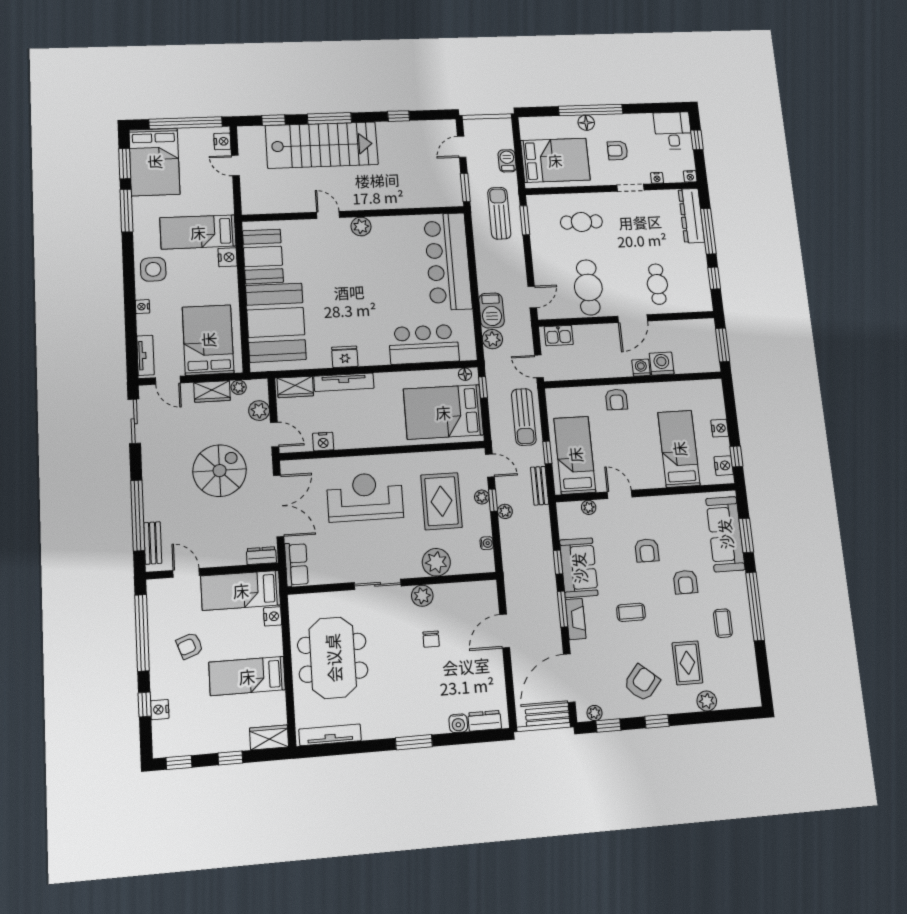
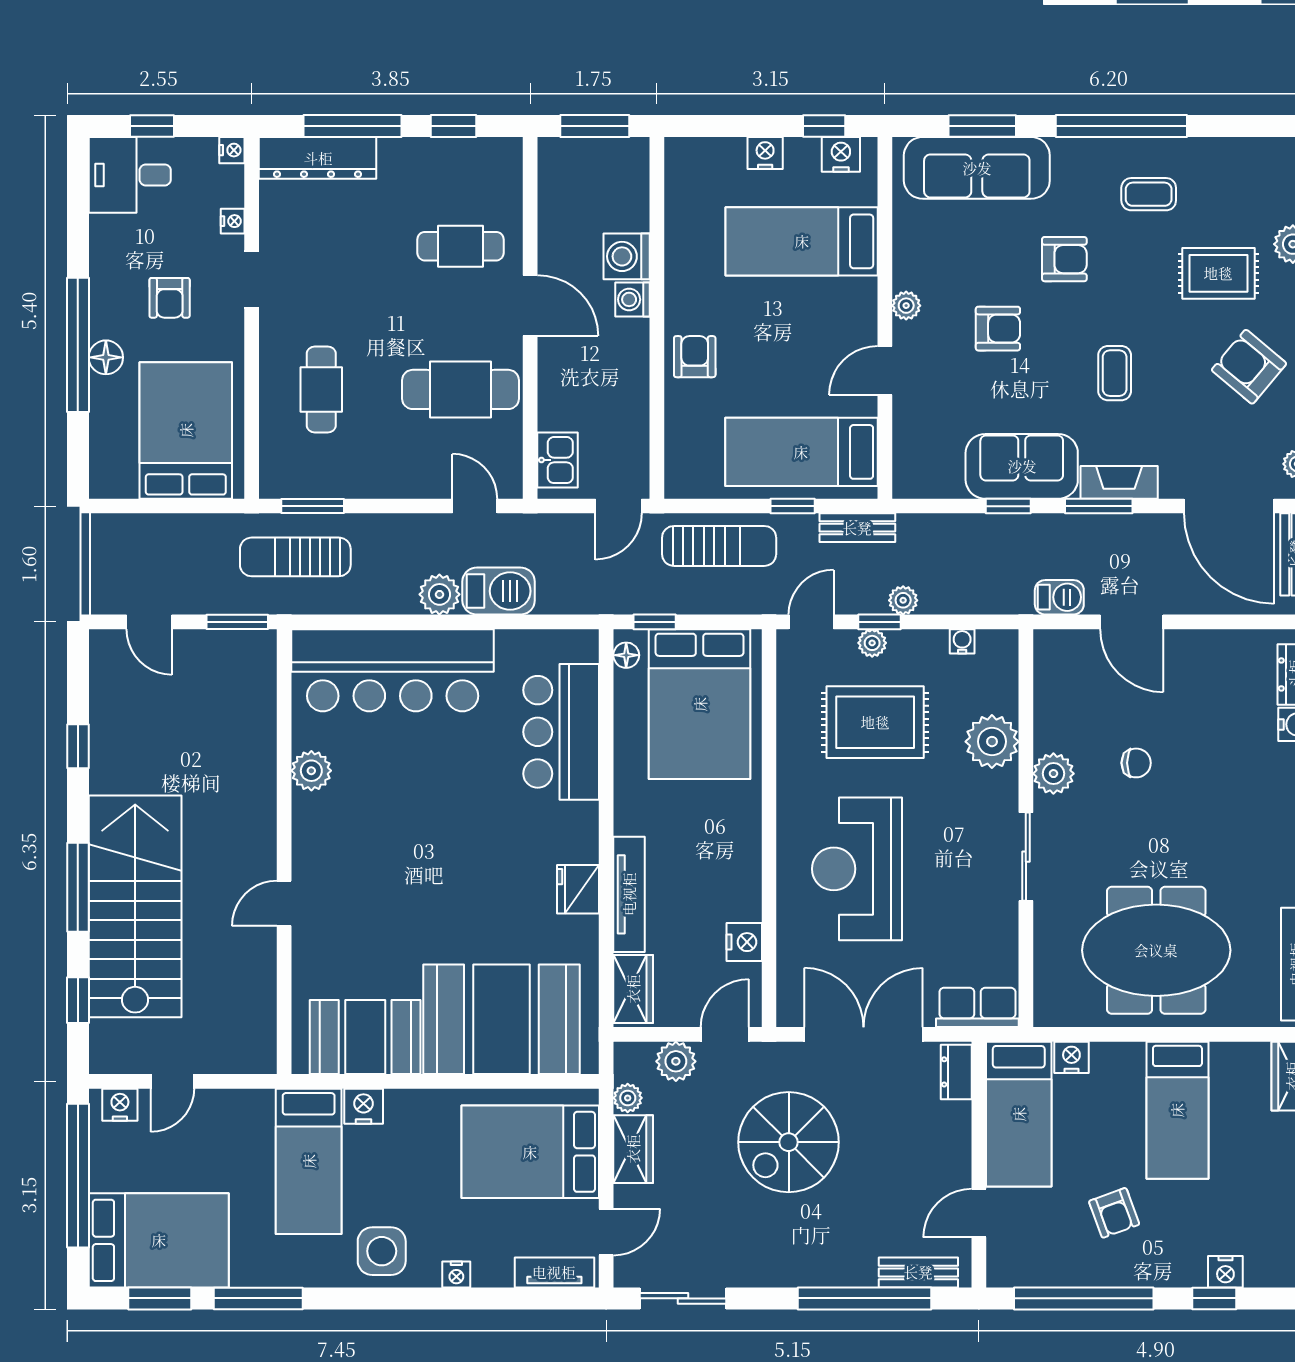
barbecue: (507, 161) -> (1059, 597), moved, turned 180
plant: (361, 226) -> (311, 771), moved
plant: (492, 339) -> (439, 594), moved
armchair: (616, 400) -> (695, 357), turned -90
spiral stairs: (220, 471) -> (789, 1142), turned -90
plant: (589, 507) -> (906, 306), moved

